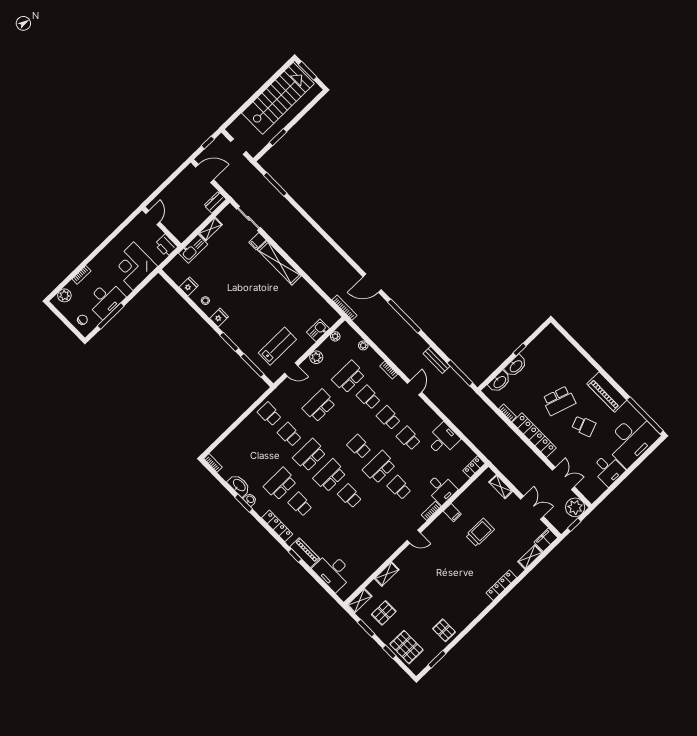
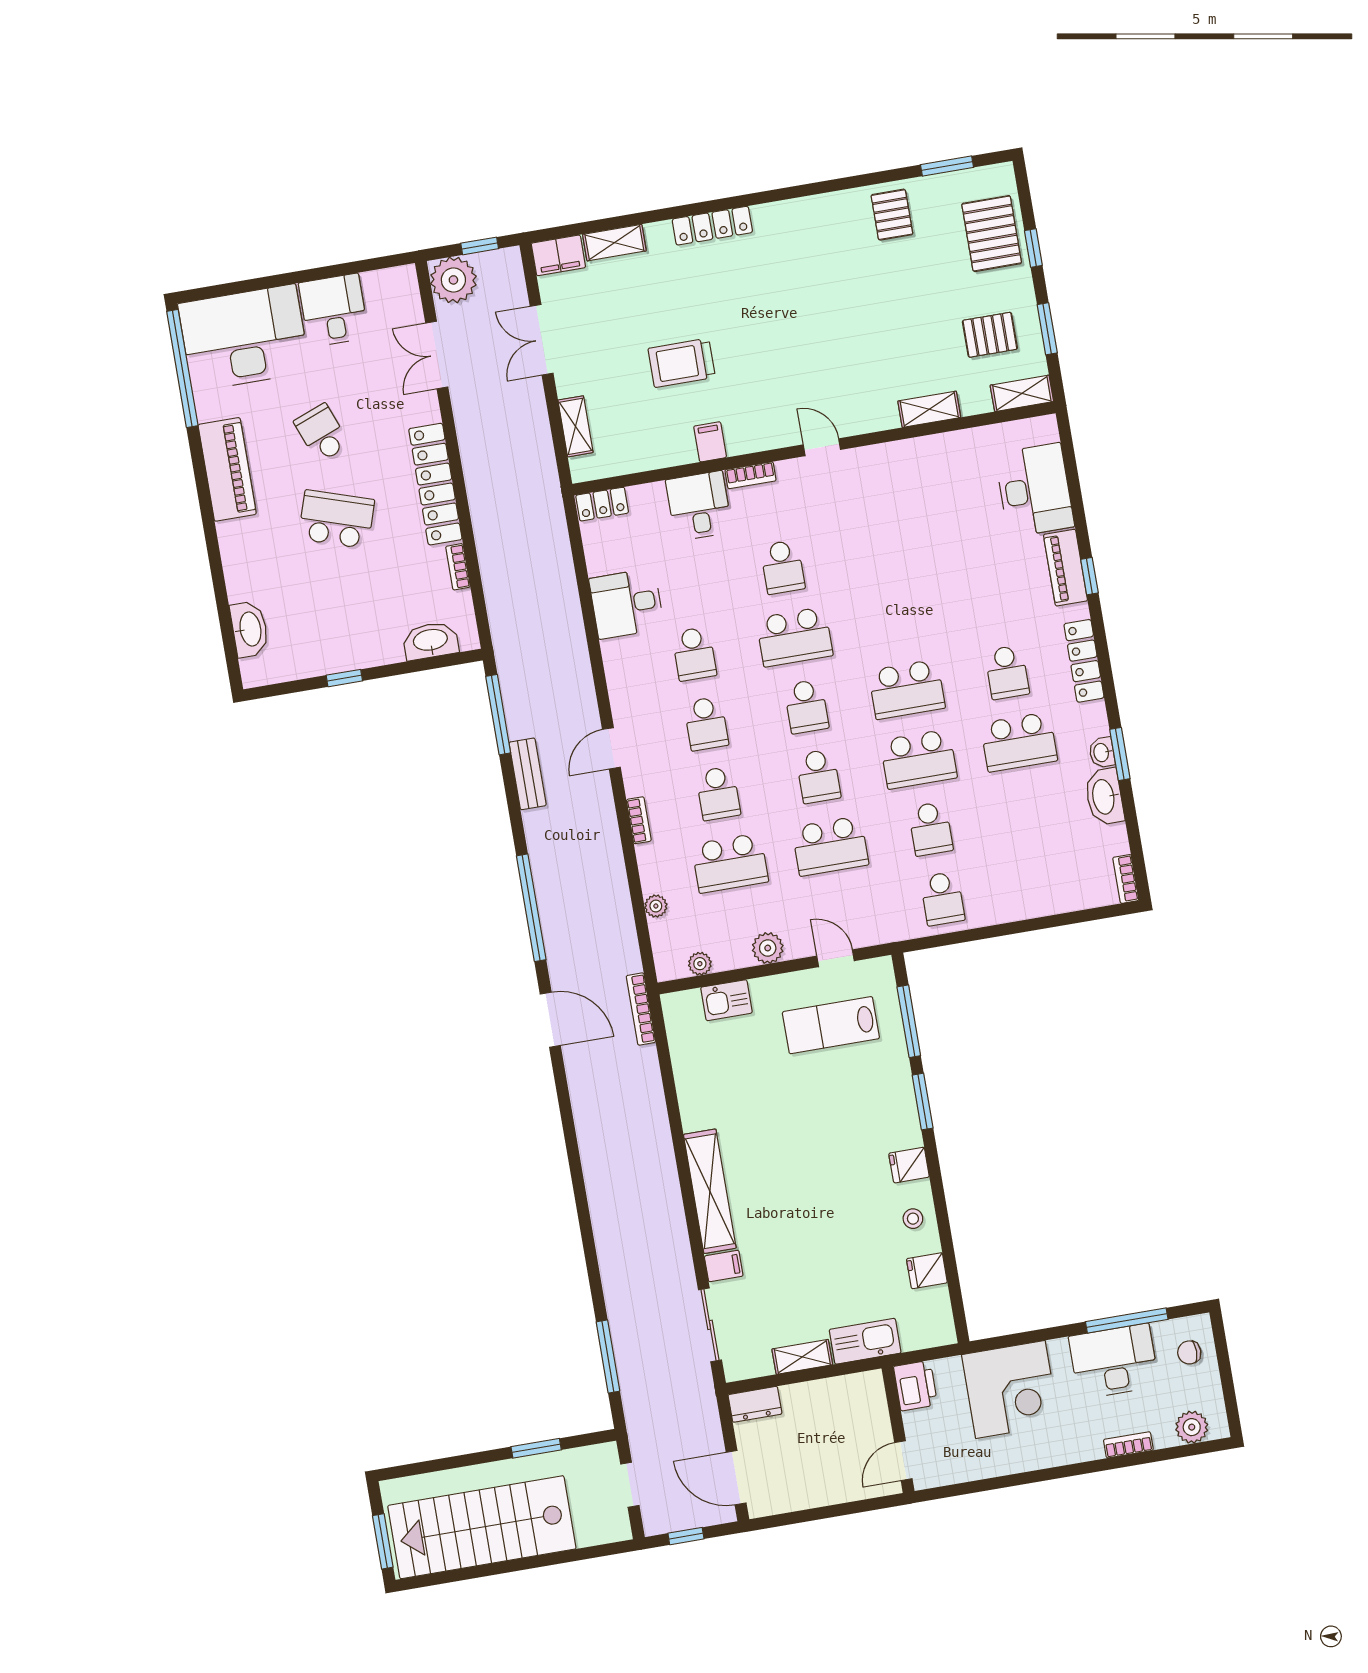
washbasin: (516, 366) -> (249, 629), moved, turned 90
school desk: (350, 496) -> (818, 776), moved

